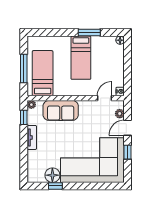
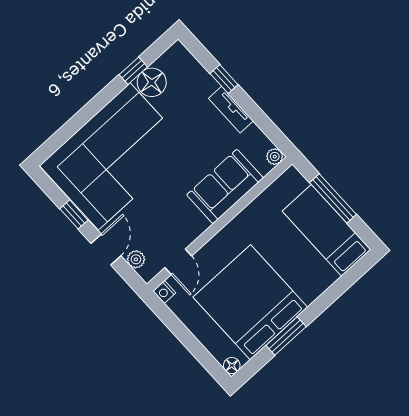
bed: (81, 58) -> (250, 302), width x2.04
bed: (43, 73) -> (326, 230), moved, turned 180
window: (24, 117) -> (224, 79), moved

